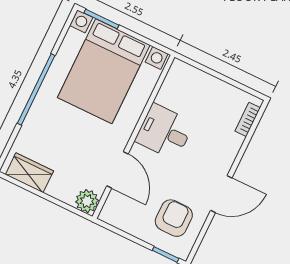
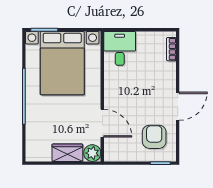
desk: (164, 132) -> (120, 48), moved, turned 90
wardrobe: (29, 173) -> (67, 153), moved

